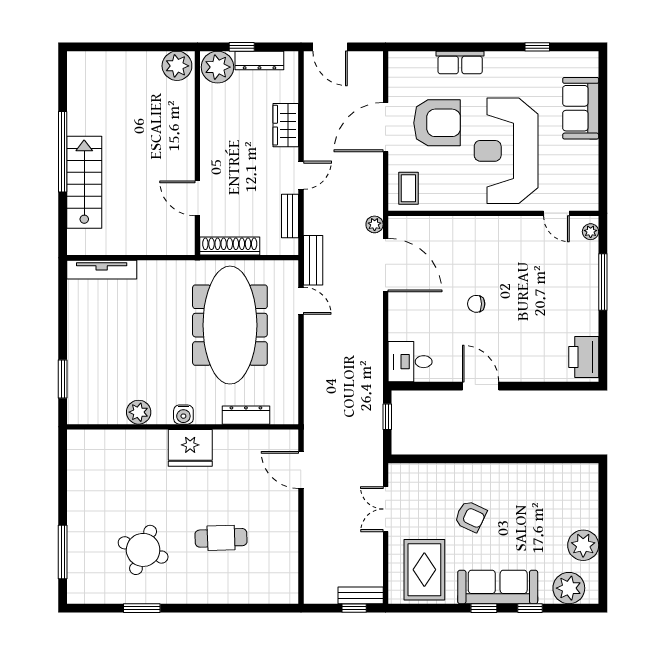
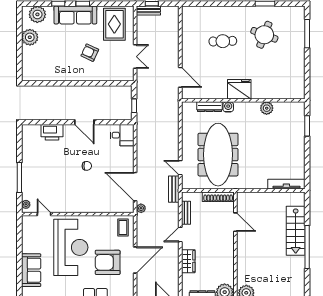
printer: (584, 357) -> (52, 132), moved, turned 90
water cooler: (183, 415) -> (228, 107), moved

